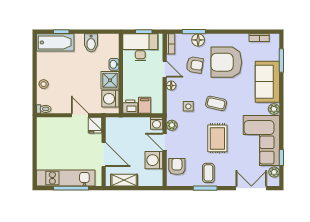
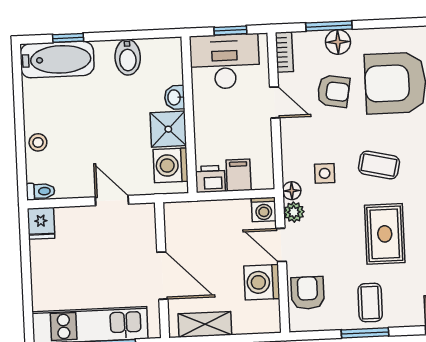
floor lamp: (171, 86) -> (292, 191), moved
fridge: (95, 125) -> (41, 223), moved

